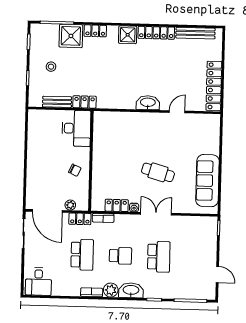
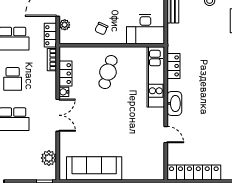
locker: (84, 102) -> (173, 66), moved
kitchen unit: (122, 120) -> (156, 77), added
cafe table: (158, 172) -> (108, 72), moved
plant: (197, 223) -> (49, 158), added

